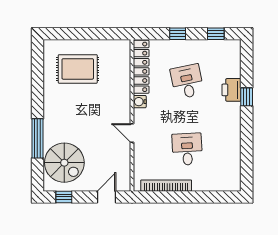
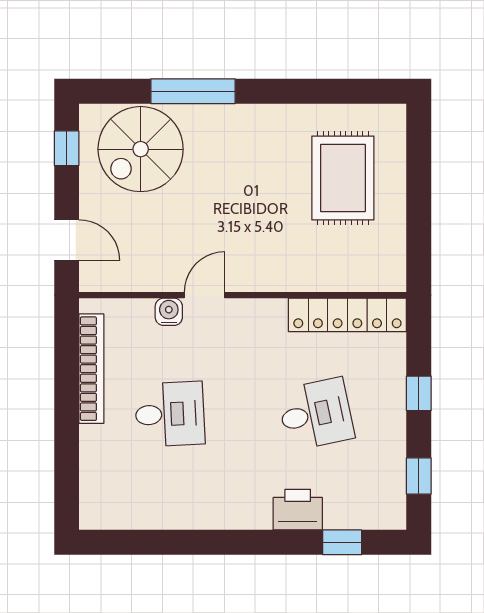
window: (247, 97) -> (342, 542), moved
water cooler: (140, 102) -> (169, 312), moved

